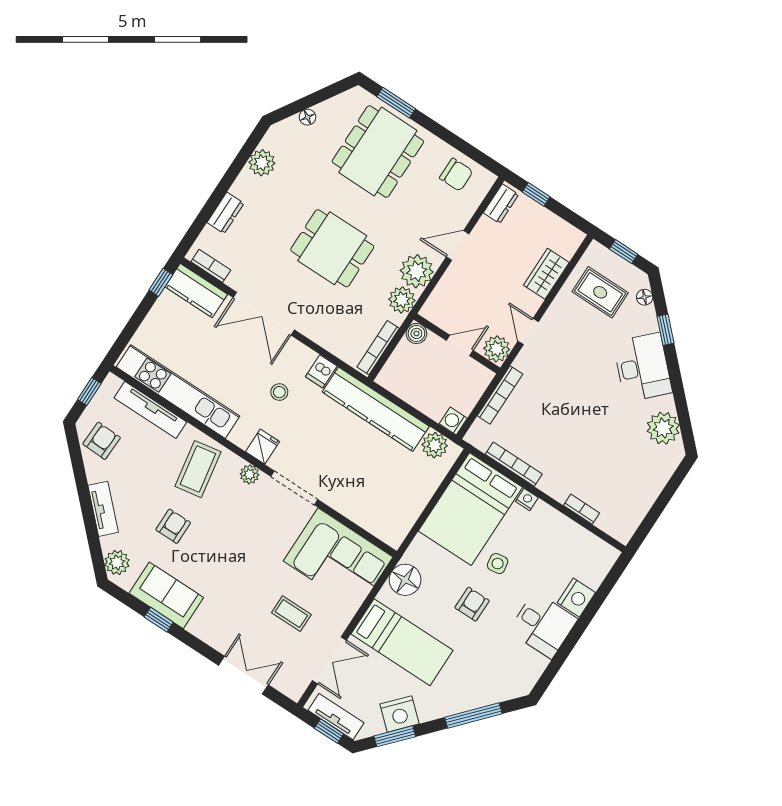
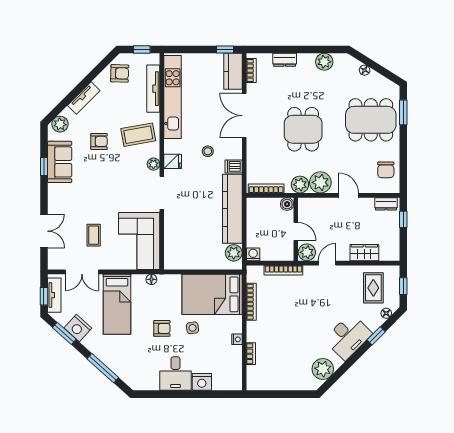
nightstand: (527, 499) -> (237, 339), moved
floor lamp: (405, 580) -> (151, 279), width x0.53, depth x0.53

